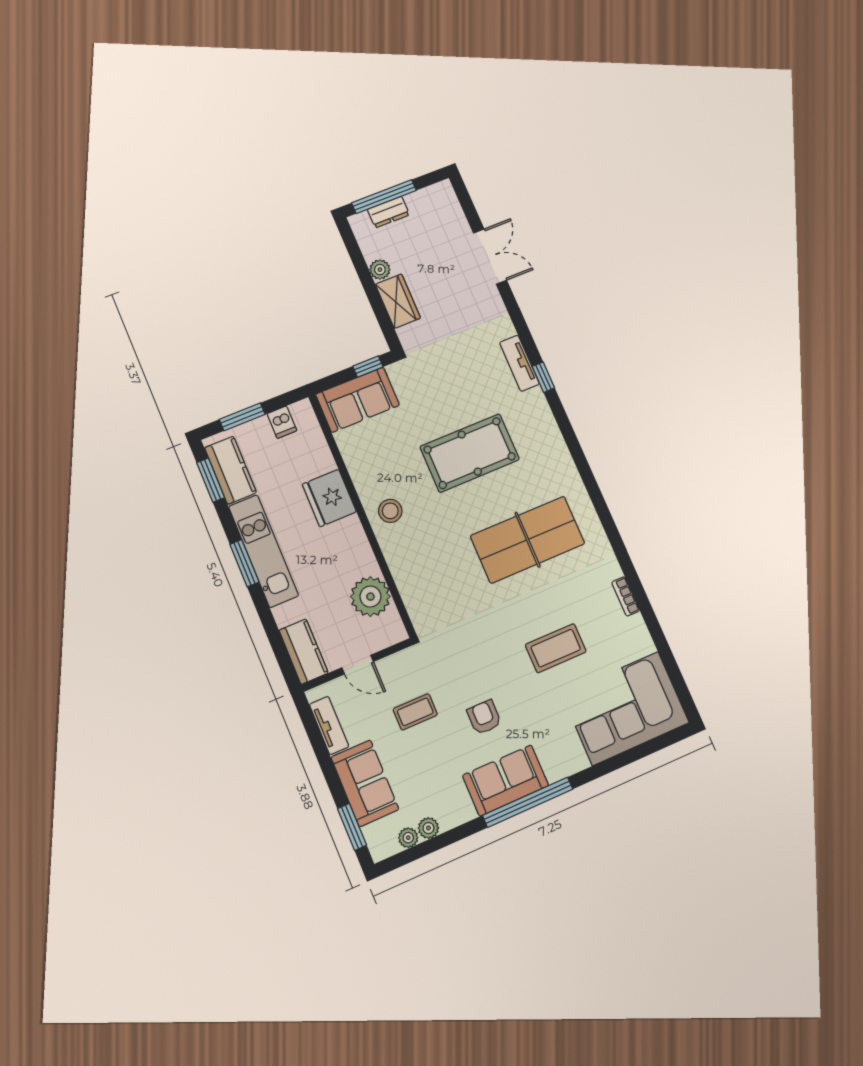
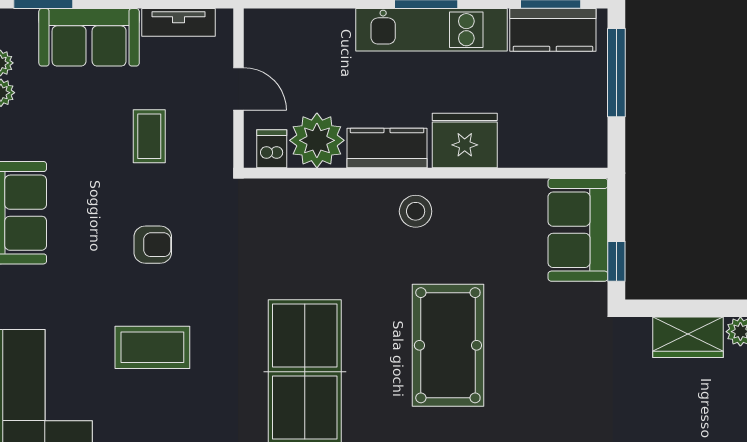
window: (242, 417) -> (616, 73), width x1.44
dishwasher: (282, 422) -> (272, 149), moved, turned 90
coffee table: (556, 648) -> (152, 347), turned 90
kitchen counter: (304, 652) -> (387, 148), moved, turned 180
door: (358, 665) -> (238, 89), swing flipped
armchair: (484, 717) -> (153, 245), moved

